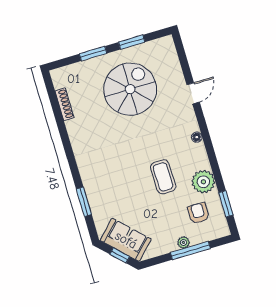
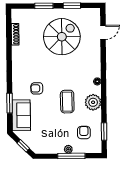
door: (193, 93) -> (103, 32), moved
armchair: (116, 171) -> (37, 88), added
plant: (203, 182) -> (93, 102), moved
sofa: (126, 240) -> (21, 115), moved, turned 45

